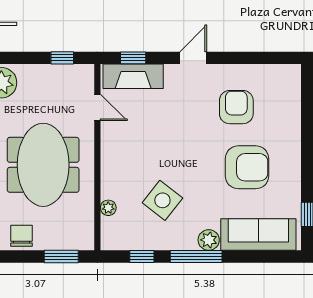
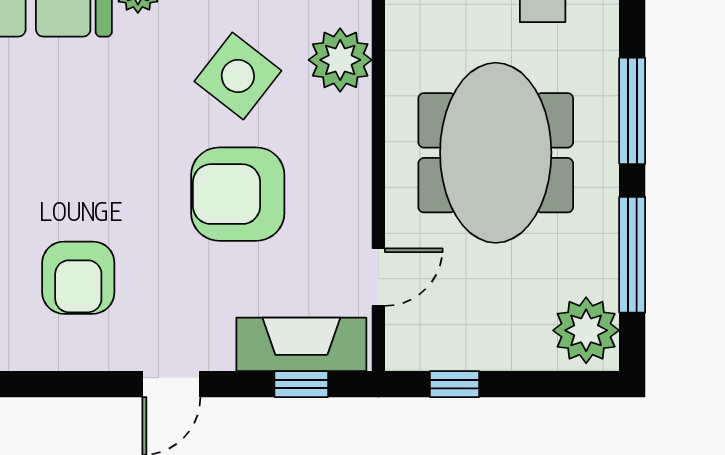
door: (97, 107) -> (378, 277), swing flipped
armchair: (247, 167) -> (238, 194), moved
plant: (108, 208) -> (340, 60), width x1.88, depth x1.88

